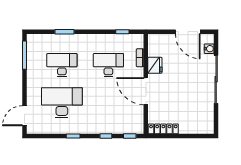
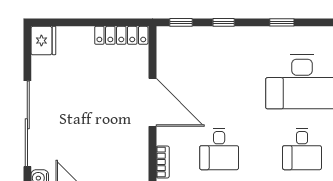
desk: (62, 65) -> (302, 149), width x0.73
desk: (108, 65) -> (219, 149), width x0.73
fridge: (155, 65) -> (43, 41), moved, turned 180

